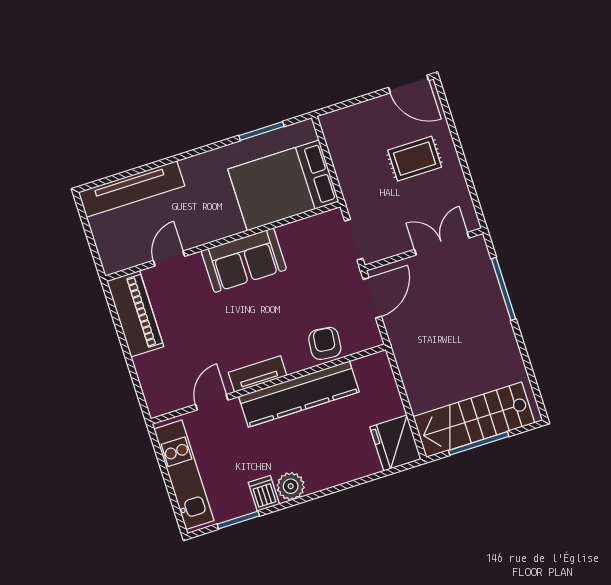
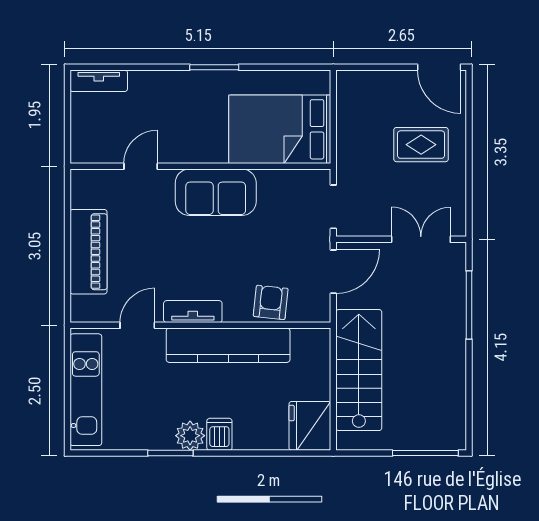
window: (262, 131) -> (214, 67), moved
tv unit: (131, 189) -> (99, 81), width x0.52, depth x0.78
piano: (135, 314) -> (88, 252), moved
stairs: (474, 420) -> (359, 370), moved, turned 90
window: (479, 443) -> (425, 453), moved
dishwasher: (264, 493) -> (219, 434), moved
window: (238, 520) -> (170, 453), moved

